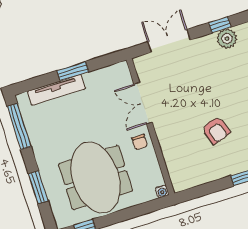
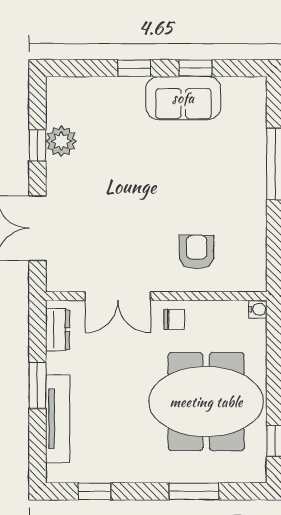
dresser: (111, 73) -> (58, 330), added
window: (19, 127) -> (95, 491), width x0.46
armchair: (216, 130) -> (197, 252), moved, turned -72

